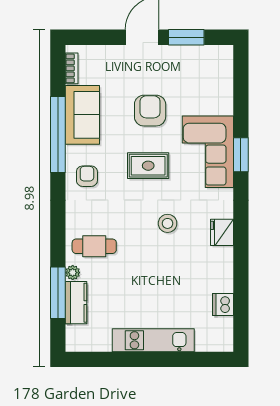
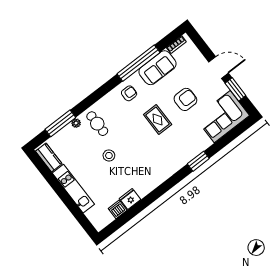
corner sofa: (208, 152) -> (222, 117), moved
stool: (168, 223) -> (109, 156), moved
fridge: (222, 232) -> (130, 199), moved
kitchen counter: (76, 303) -> (49, 158), moved, turned -90

